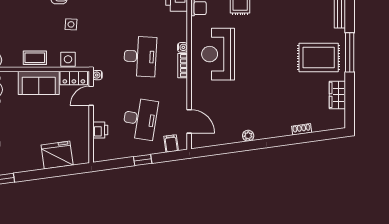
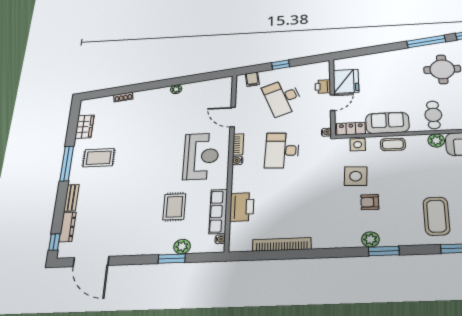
side table: (71, 24) -> (356, 176), width x1.87, depth x1.87
rug: (319, 58) -> (99, 158), width x0.73, depth x0.70
door: (91, 96) -> (332, 103), moved
desk: (140, 119) -> (283, 98), turned -30
door: (189, 121) -> (233, 117), moved
fridge: (57, 155) -> (346, 81), moved, turned -82

